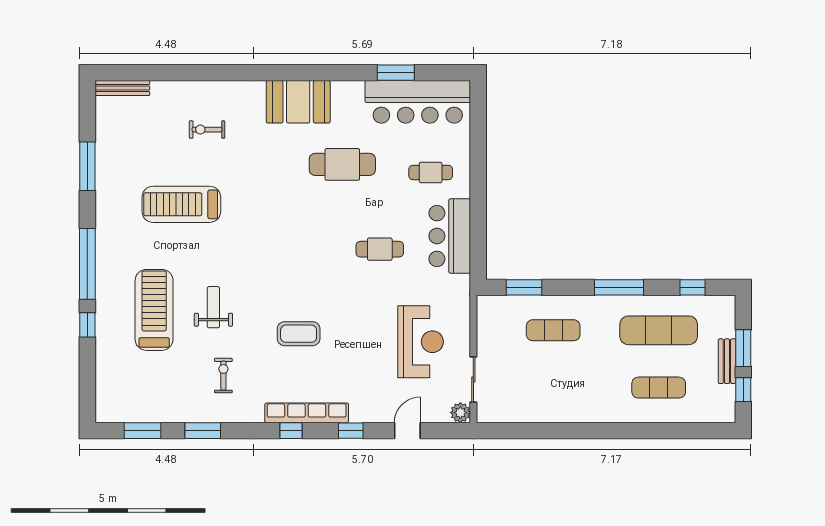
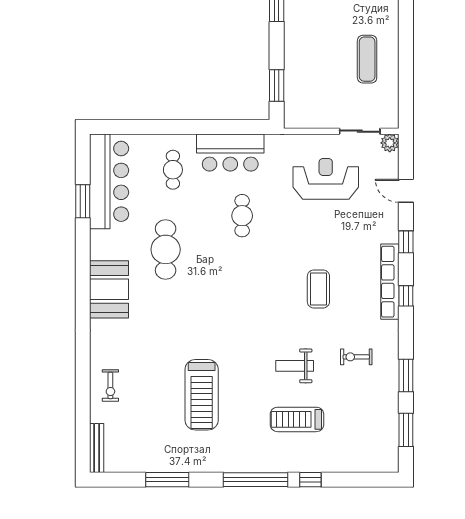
exercise bike: (207, 130) -> (110, 385), moved
treadmill: (154, 310) -> (297, 419), width x0.73, depth x0.73
exercise mat: (553, 330) -> (367, 59), moved

